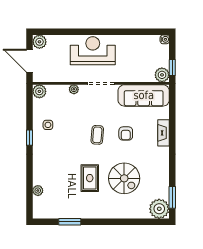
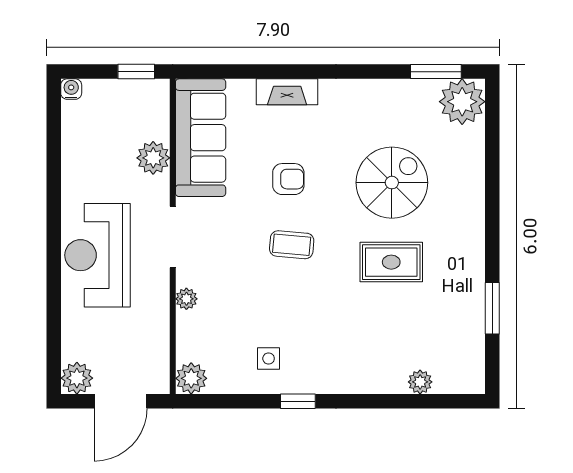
plant: (162, 75) -> (153, 158), moved

